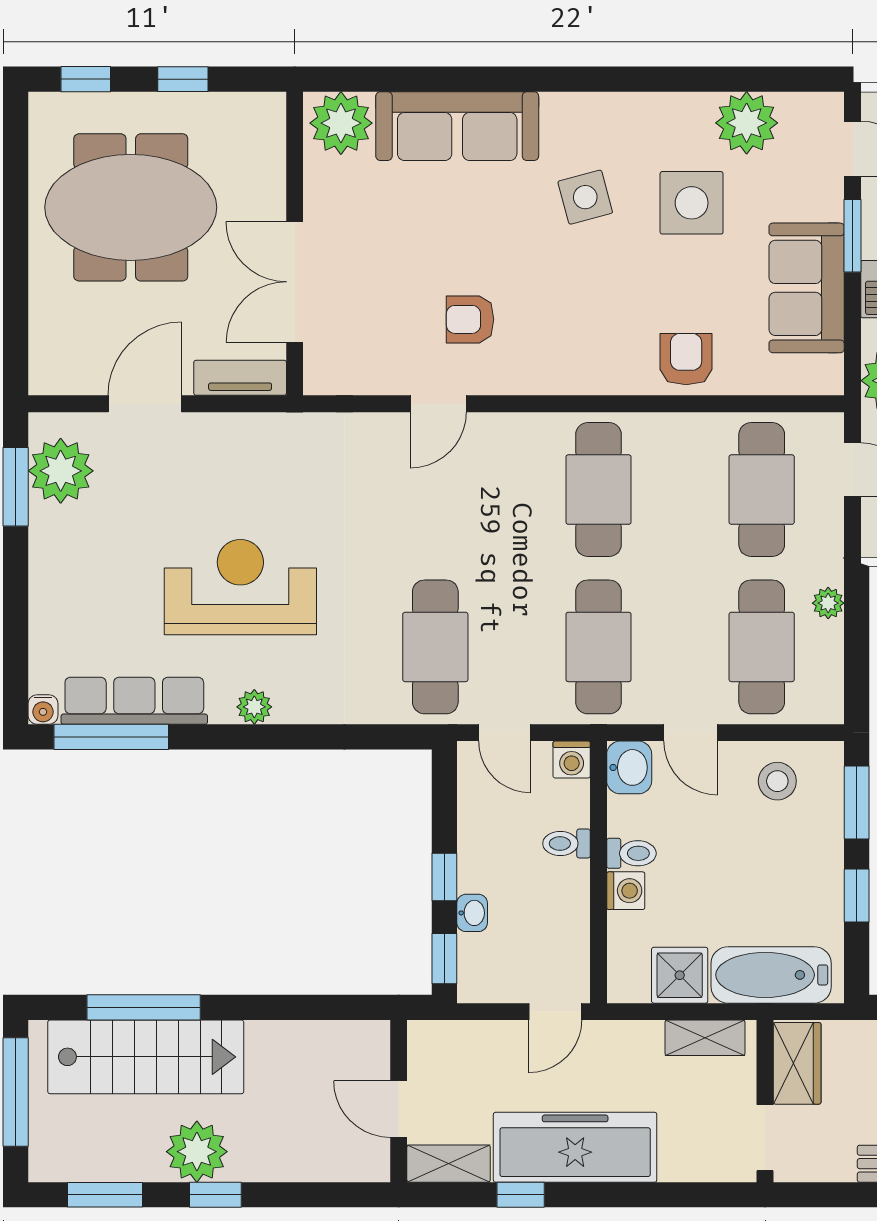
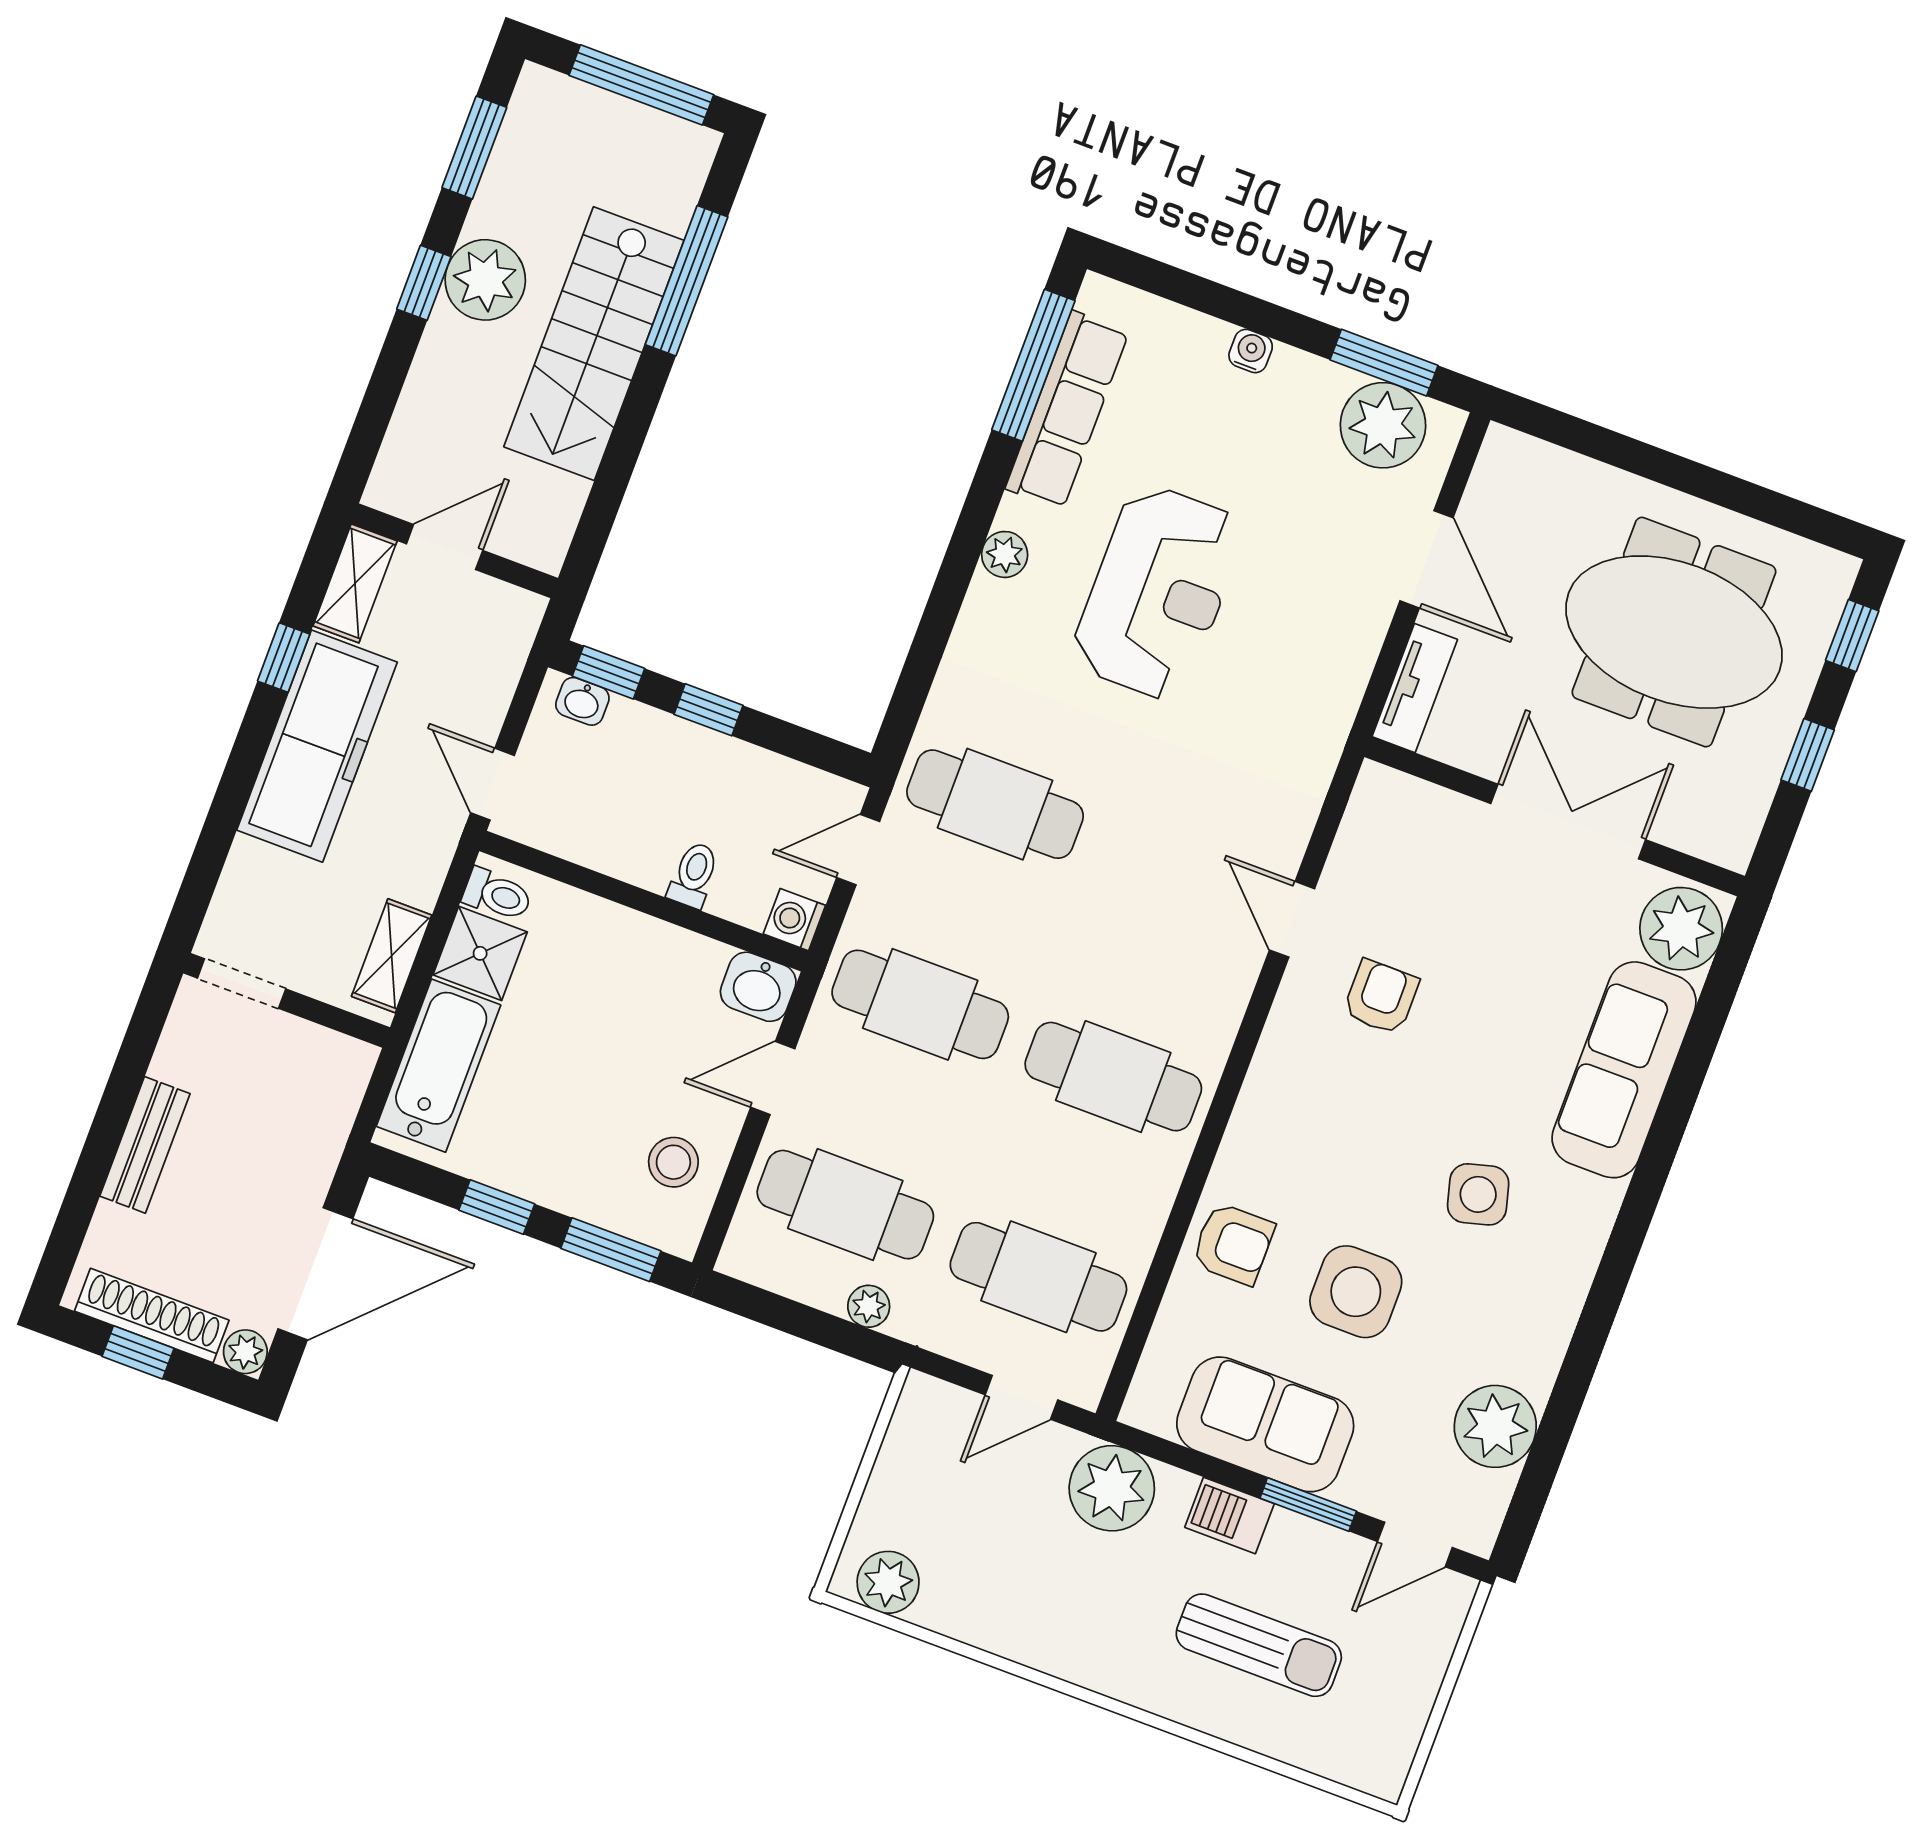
side table: (692, 203) -> (1356, 1292), moved
meeting table: (131, 207) -> (1674, 632), turned 90
double door: (295, 282) -> (1568, 822), moved
water cooler: (43, 709) -> (1251, 351), moved, turned 90
toilet: (631, 853) -> (497, 895), moved, turned -90
washing machine: (626, 891) -> (609, 926), removed
washbasin: (472, 913) -> (582, 701), moved
stairs: (146, 1057) -> (594, 344), moved
wardrobe: (797, 1063) -> (318, 1057), removed

